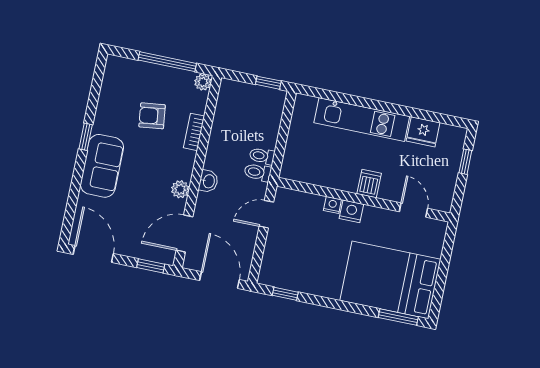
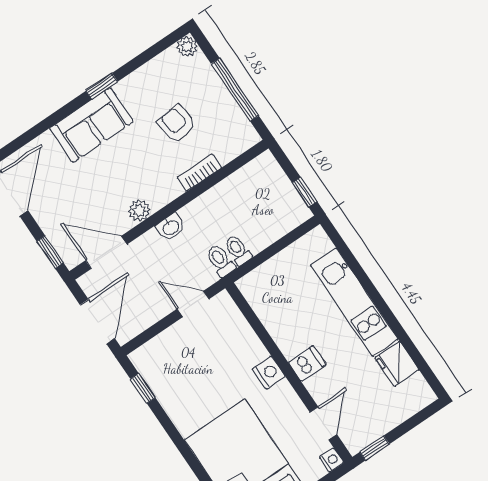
plant: (203, 82) -> (187, 47), moved
window: (465, 162) -> (375, 448), moved
nightstand: (332, 205) -> (331, 460), moved

